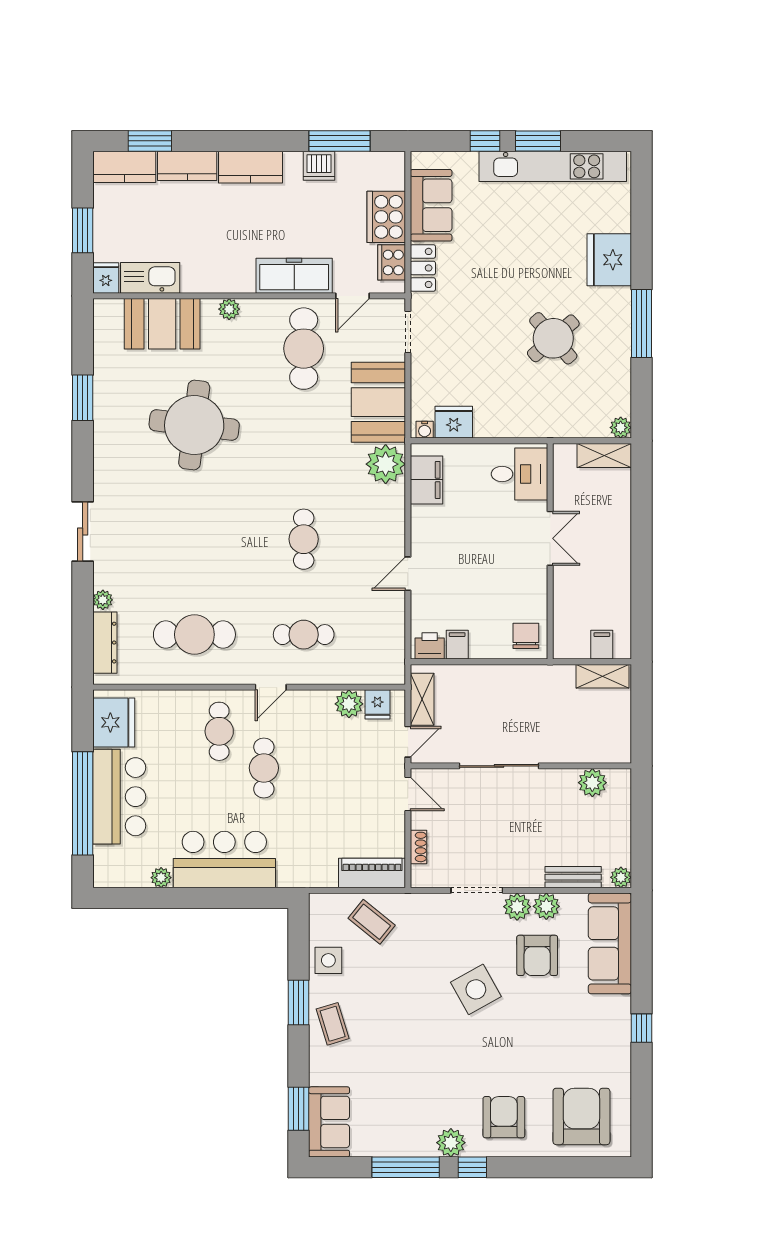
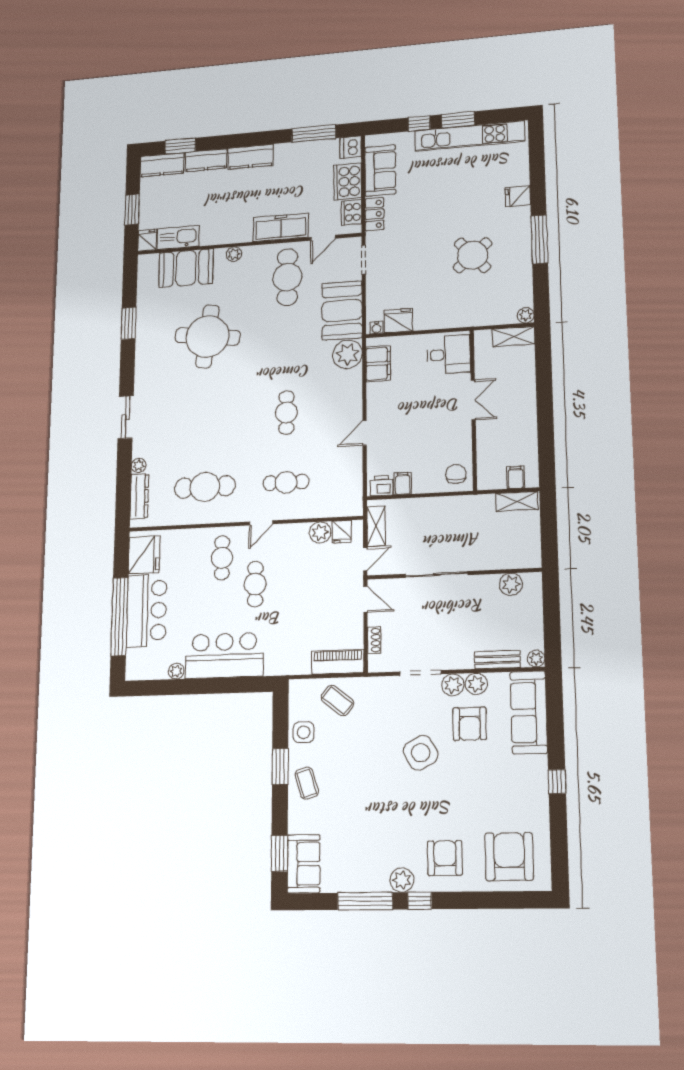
dishwasher: (319, 166) -> (351, 147), moved, turned 90
fridge: (609, 260) -> (518, 196), width x0.53, depth x0.75

